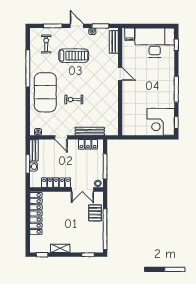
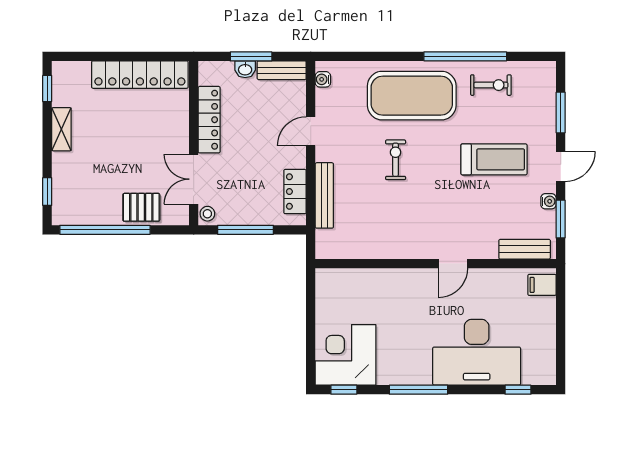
desk: (155, 43) -> (477, 352), moved, turned 90
exercise bike: (46, 44) -> (491, 85), moved
treadmill: (74, 56) -> (494, 159), turned -90

